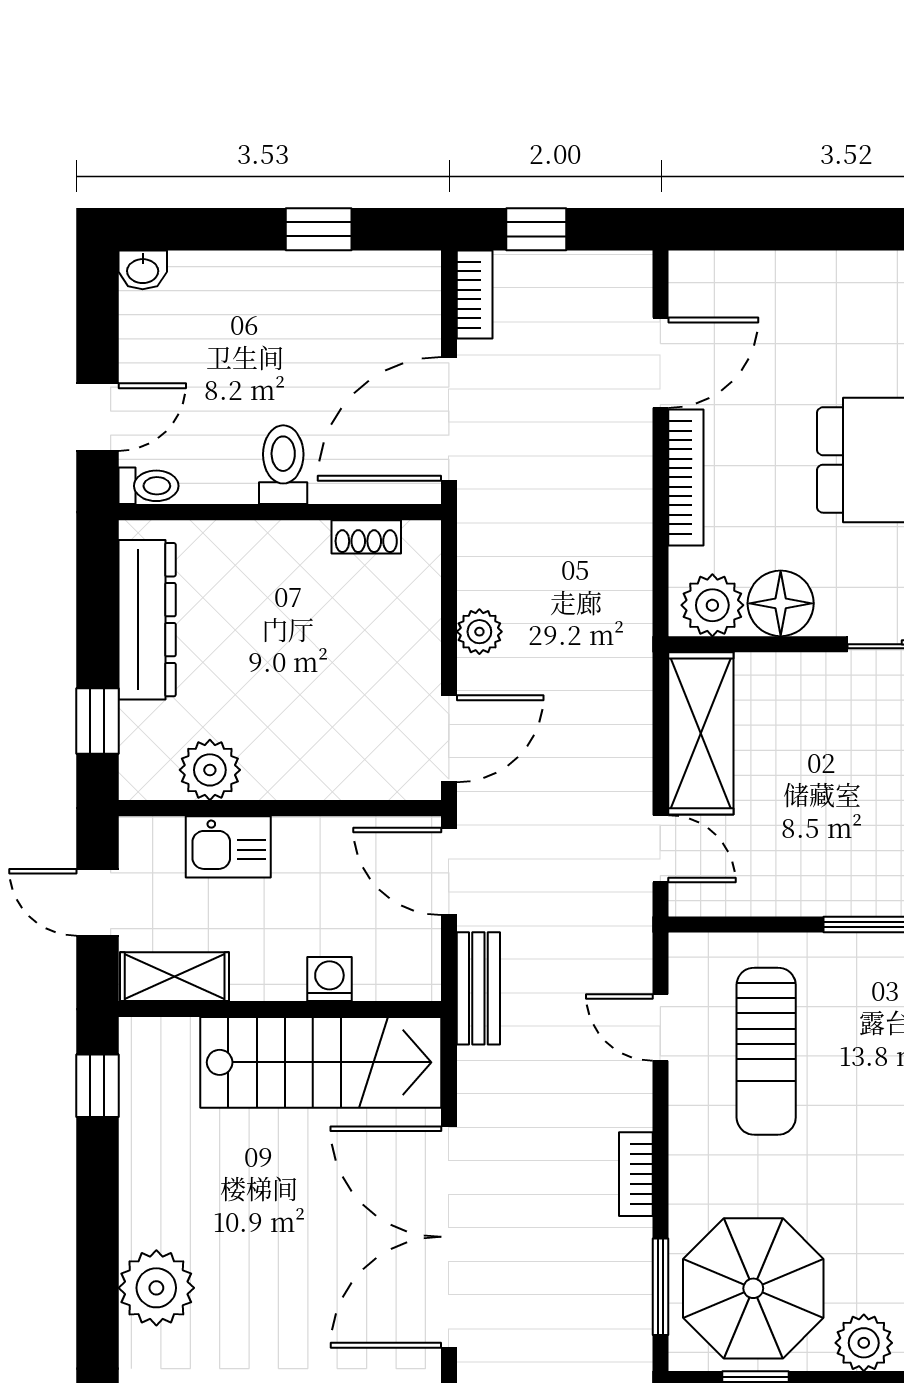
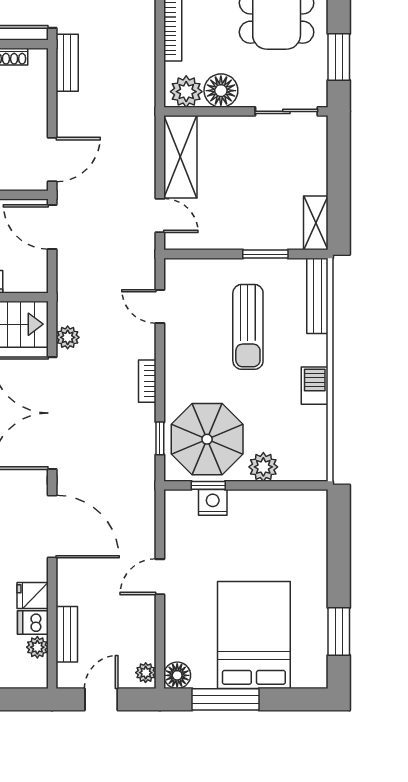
plant: (479, 632) -> (68, 337), moved
bench: (478, 988) -> (67, 63), moved
sun lounger: (766, 1051) -> (248, 327), moved
window: (660, 1287) -> (160, 438), width x0.67

